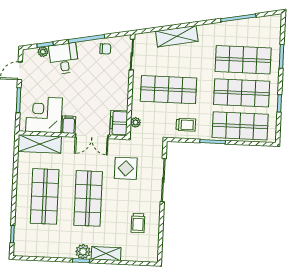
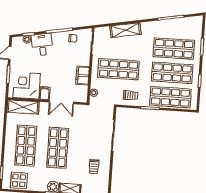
filing cabinet: (119, 123) -> (83, 76), moved
display table: (126, 168) -> (19, 180), moved

